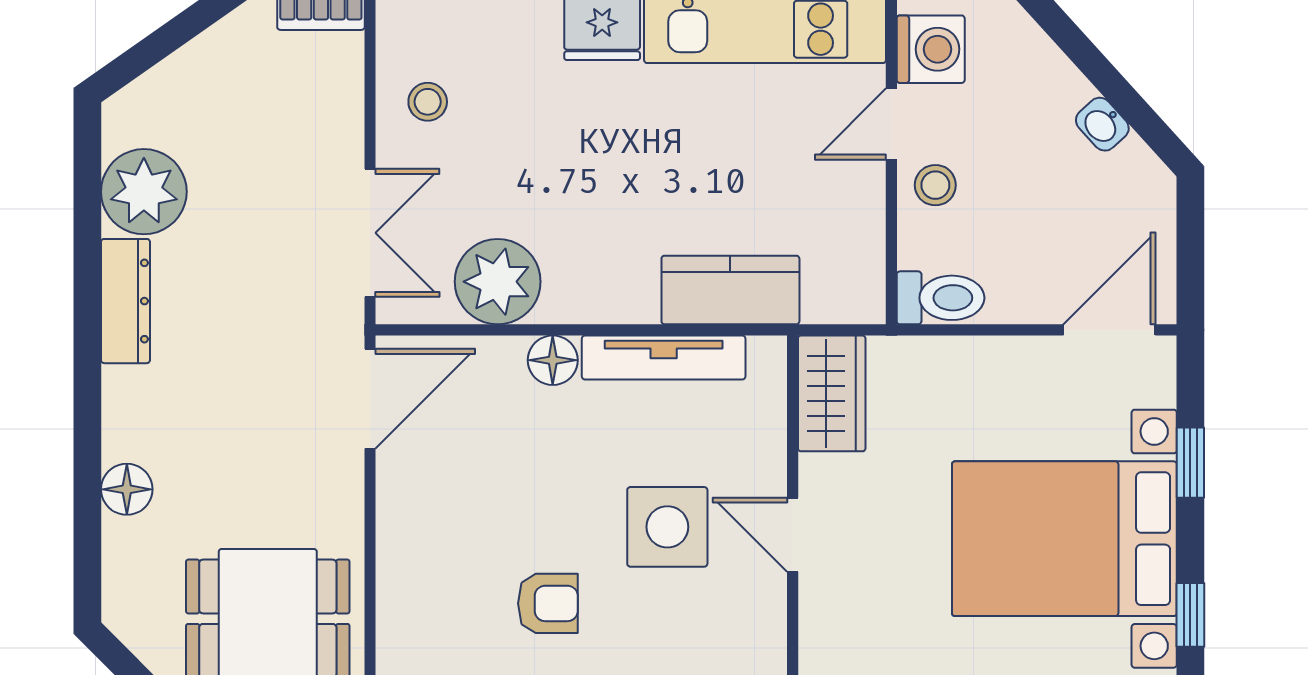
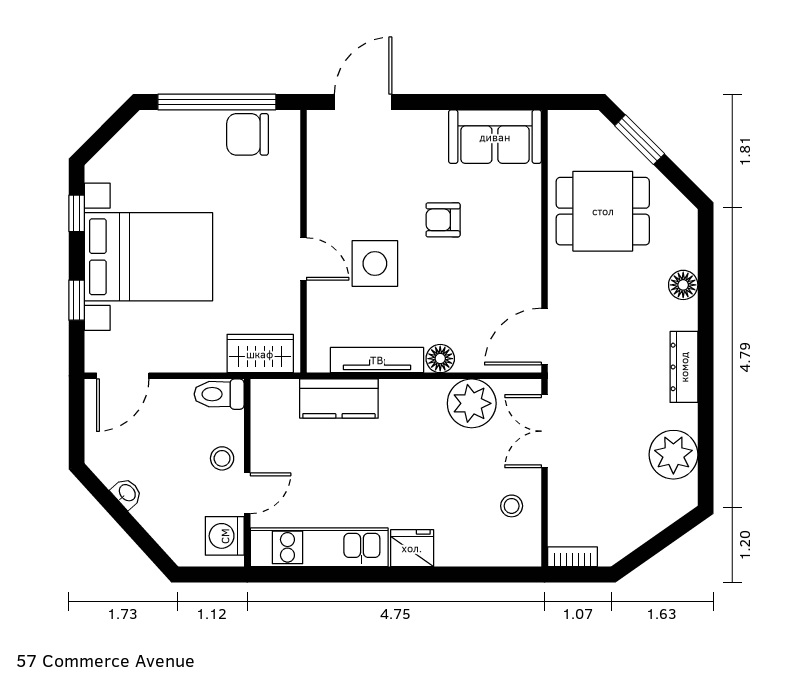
dresser: (125, 301) -> (684, 367), moved
wardrobe: (832, 393) -> (260, 354), moved, turned 90

